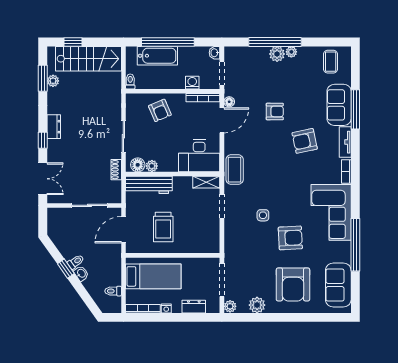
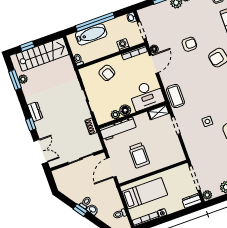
floor lamp: (138, 165) -> (125, 110), moved
dresser: (194, 307) -> (192, 201), moved

